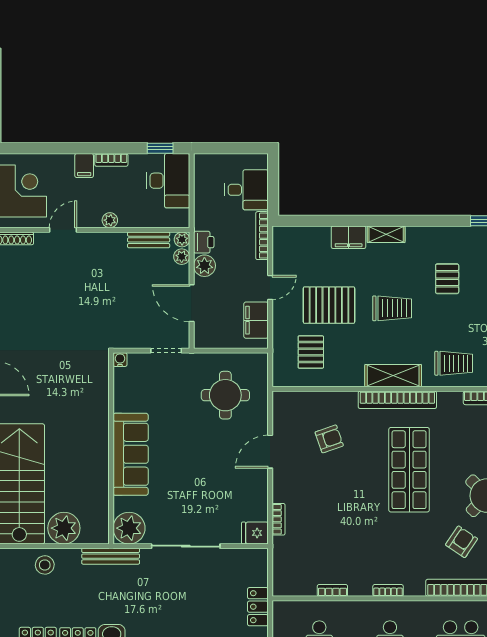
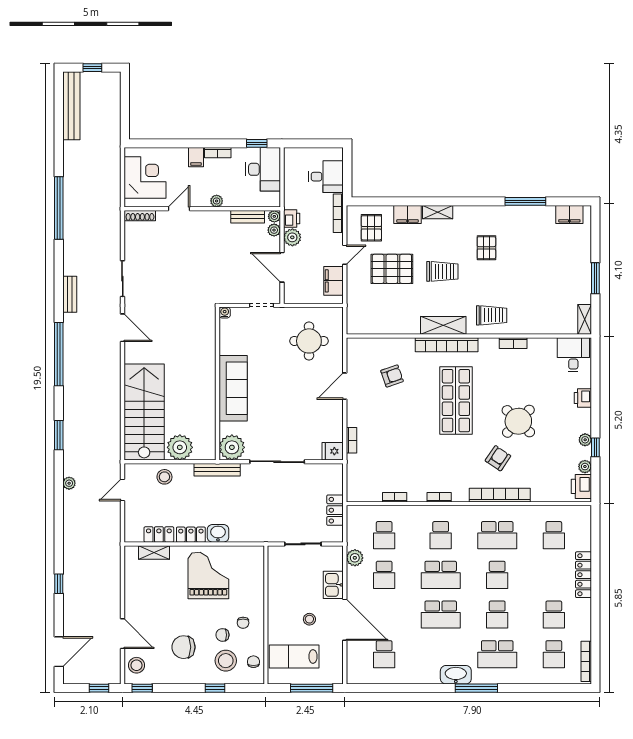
pallet: (311, 352) -> (371, 228), moved

